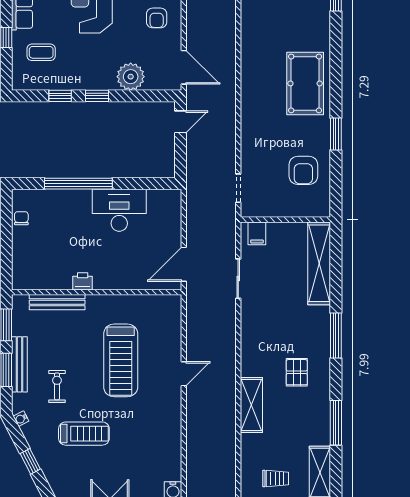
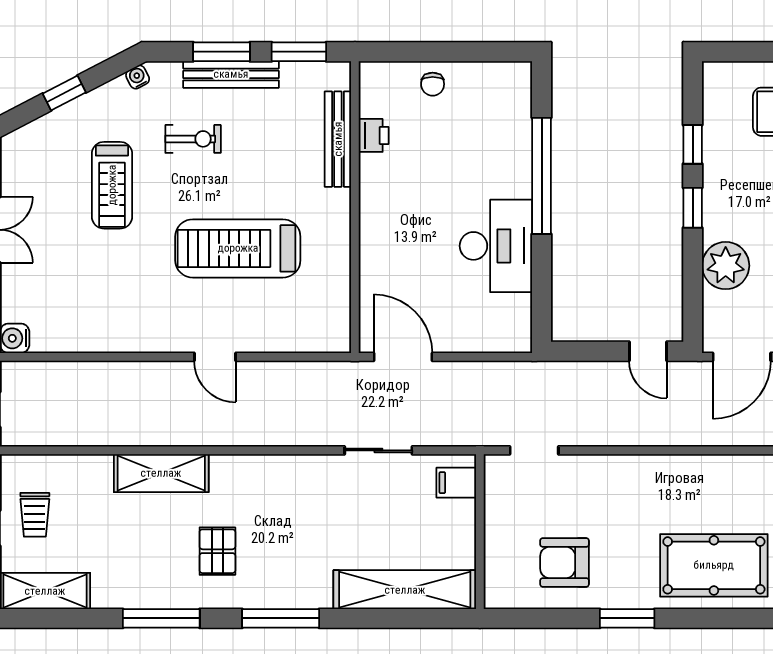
chair: (21, 218) -> (433, 84), moved, turned 90
printer: (83, 281) -> (374, 135), moved
pallet: (297, 372) -> (217, 551), turned 90
window: (336, 423) -> (161, 618), moved

